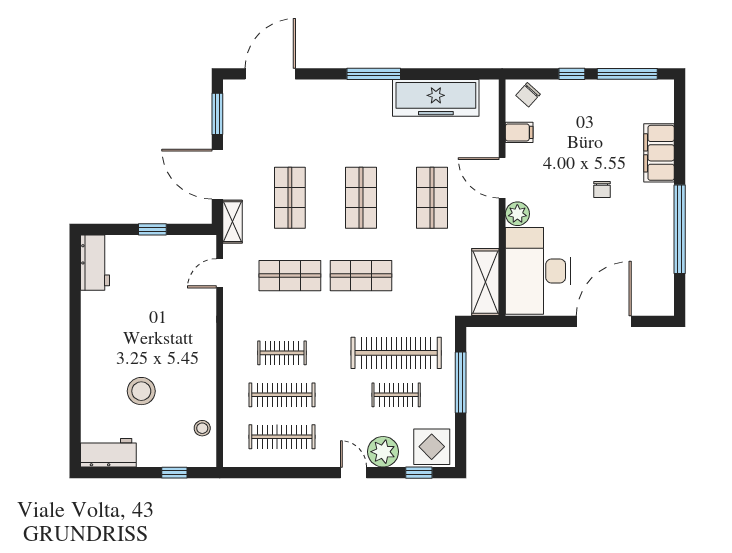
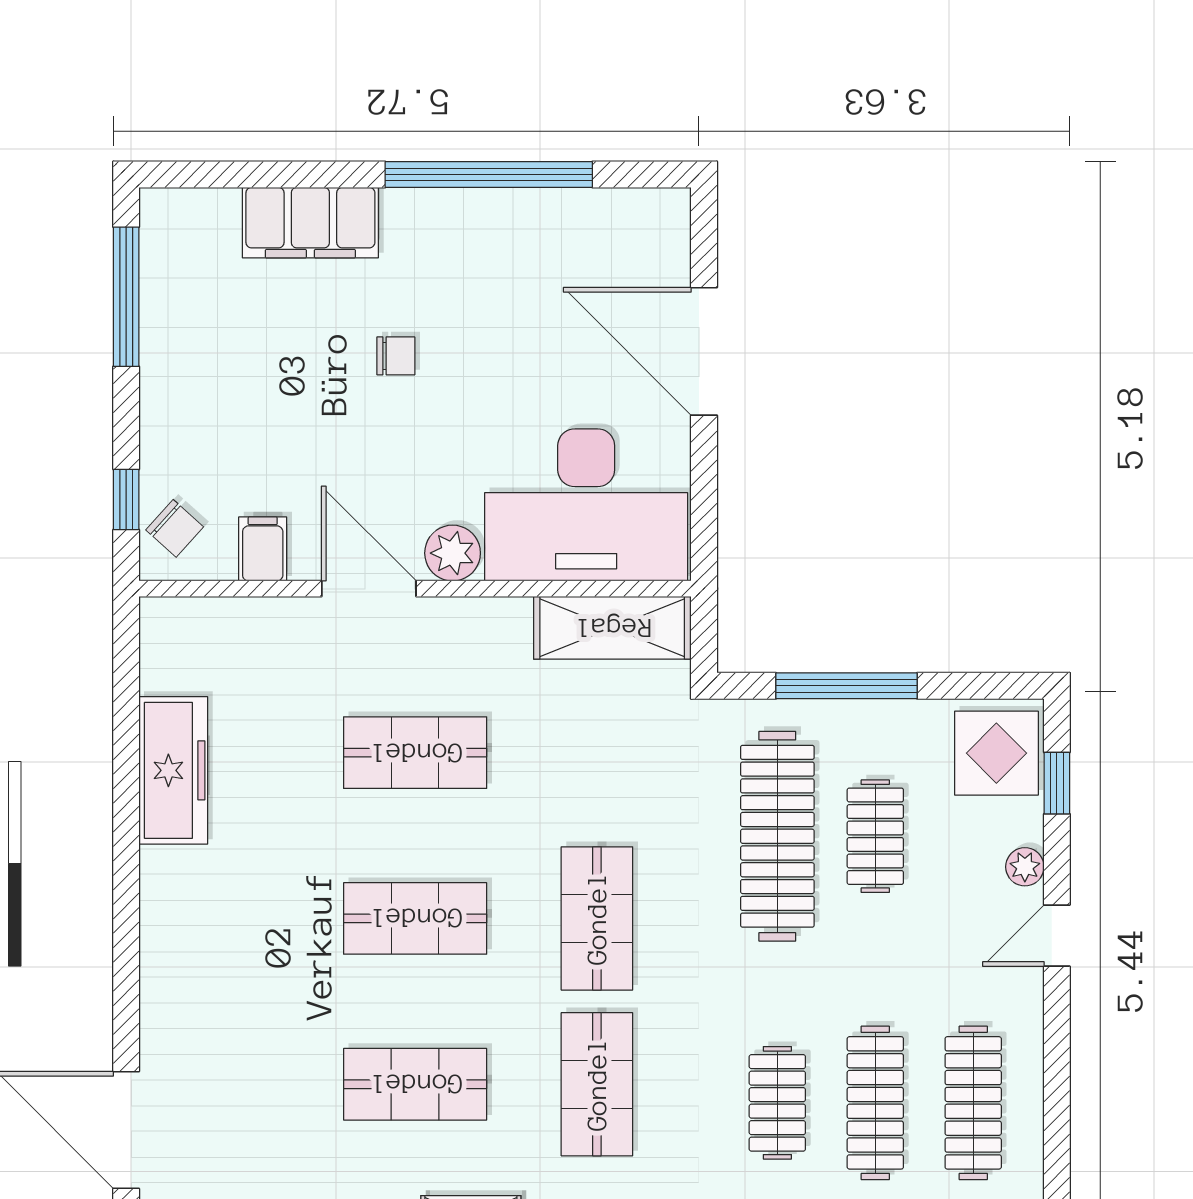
window: (374, 74) -> (126, 888), removed
window: (572, 74) -> (126, 500), moved
freezer: (436, 98) -> (173, 770), width x0.73, depth x0.79
door: (502, 178) -> (369, 589), swing flipped
plant: (383, 452) -> (1025, 867), width x0.53, depth x0.53

